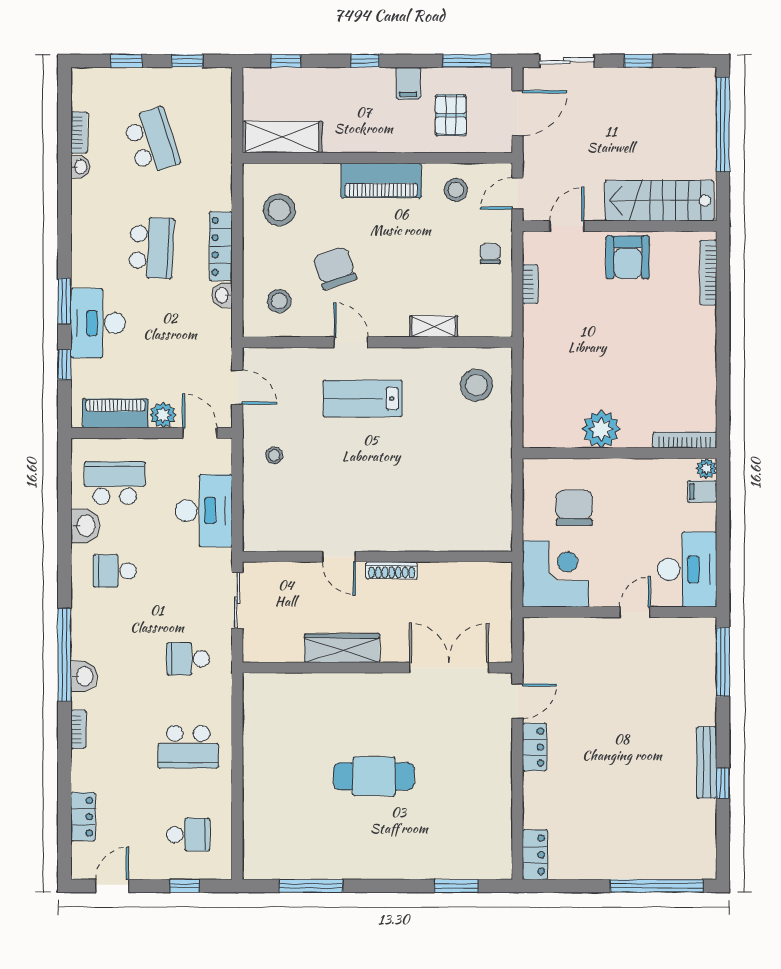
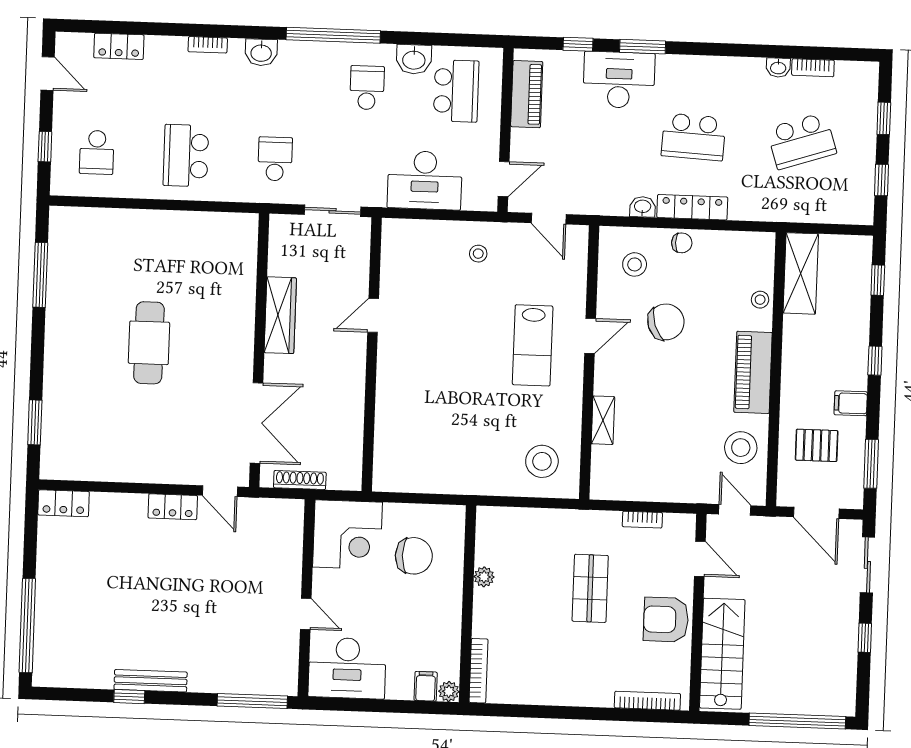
stool: (456, 190) -> (741, 448), width x1.38, depth x1.38
stool: (279, 210) -> (760, 300), moved, width x0.53, depth x0.53
chair: (490, 254) -> (682, 243), moved
shop shelf: (600, 333) -> (590, 588), added
door: (237, 387) -> (549, 219), hinge flipped
lab bench: (363, 398) -> (533, 345), turned 180
plant: (163, 415) -> (523, 142), removed
plant: (601, 429) -> (484, 577), width x0.53, depth x0.53
shoe rack: (392, 570) -> (300, 480), moved, turned 90
window: (64, 655) -> (333, 35), moved

